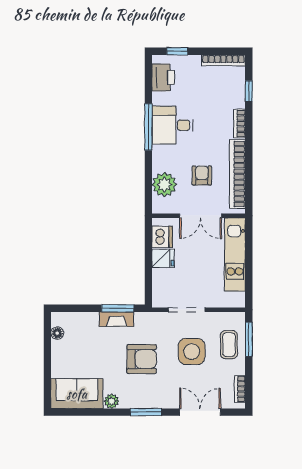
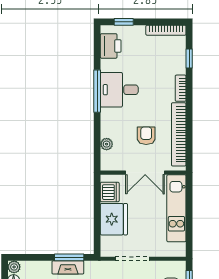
plant: (164, 185) -> (107, 144), width x0.53, depth x0.53
fridge: (163, 258) -> (114, 219), width x1.88, depth x1.34
plant: (58, 319) -> (14, 267), added

